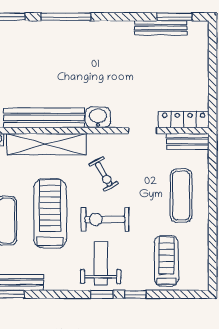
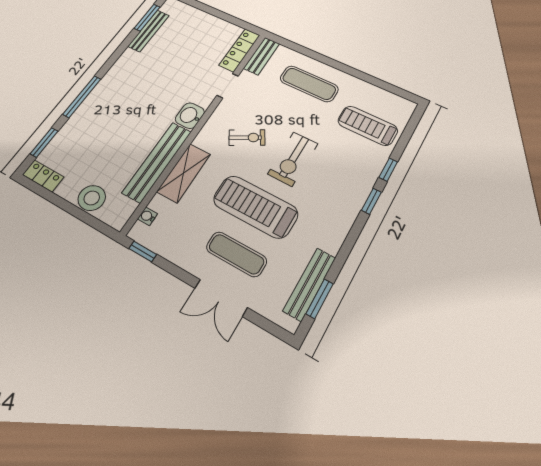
shelving: (46, 144) -> (184, 173), width x0.68
weight bench: (101, 263) -> (337, 185), removed

